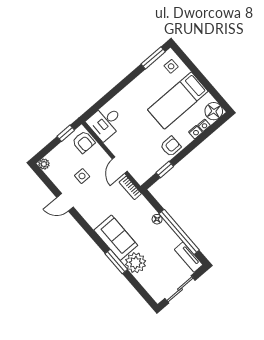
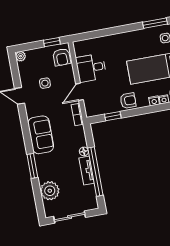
desk: (105, 122) -> (91, 68), moved
sofa: (116, 238) -> (41, 135), moved
tv unit: (189, 257) -> (87, 171), moved
plant: (136, 263) -> (50, 191), moved

